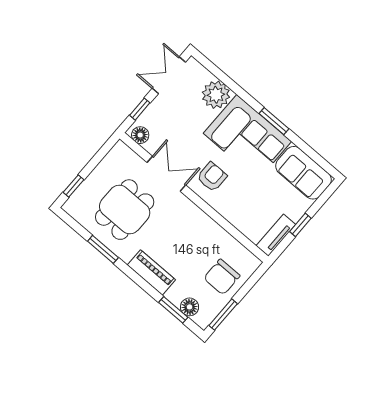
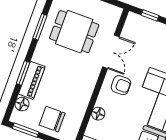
floor lamp: (140, 135) -> (98, 114), moved
piano: (151, 272) -> (32, 80), moved
window: (173, 310) -> (23, 73), moved

